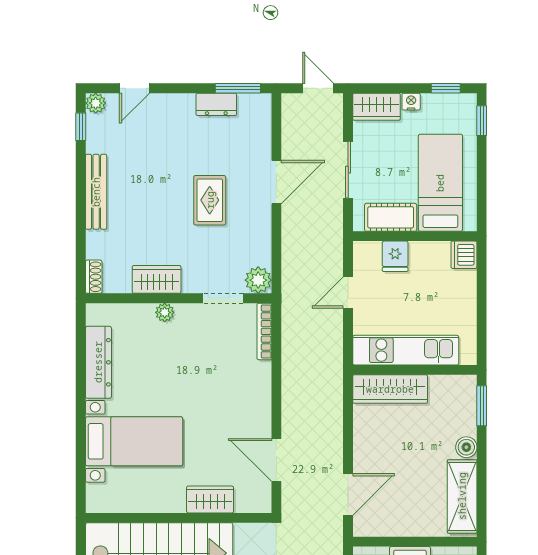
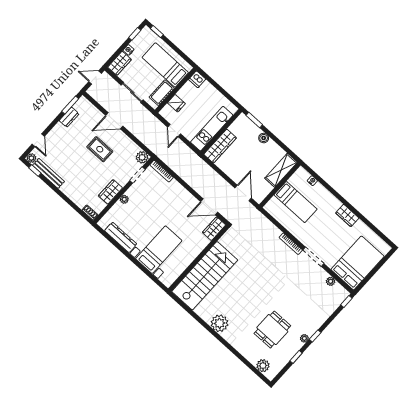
door: (276, 182) -> (114, 121), swing flipped
bench: (96, 192) -> (48, 173), moved
shelving: (462, 496) -> (281, 170), moved, turned 90
wardrobe: (210, 499) -> (214, 229), moved

